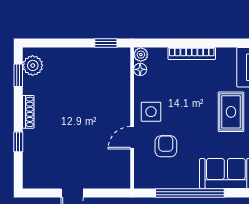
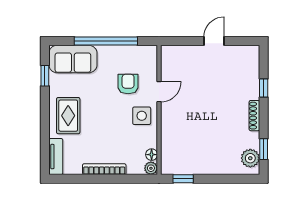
armchair: (166, 146) -> (128, 84), turned 180

